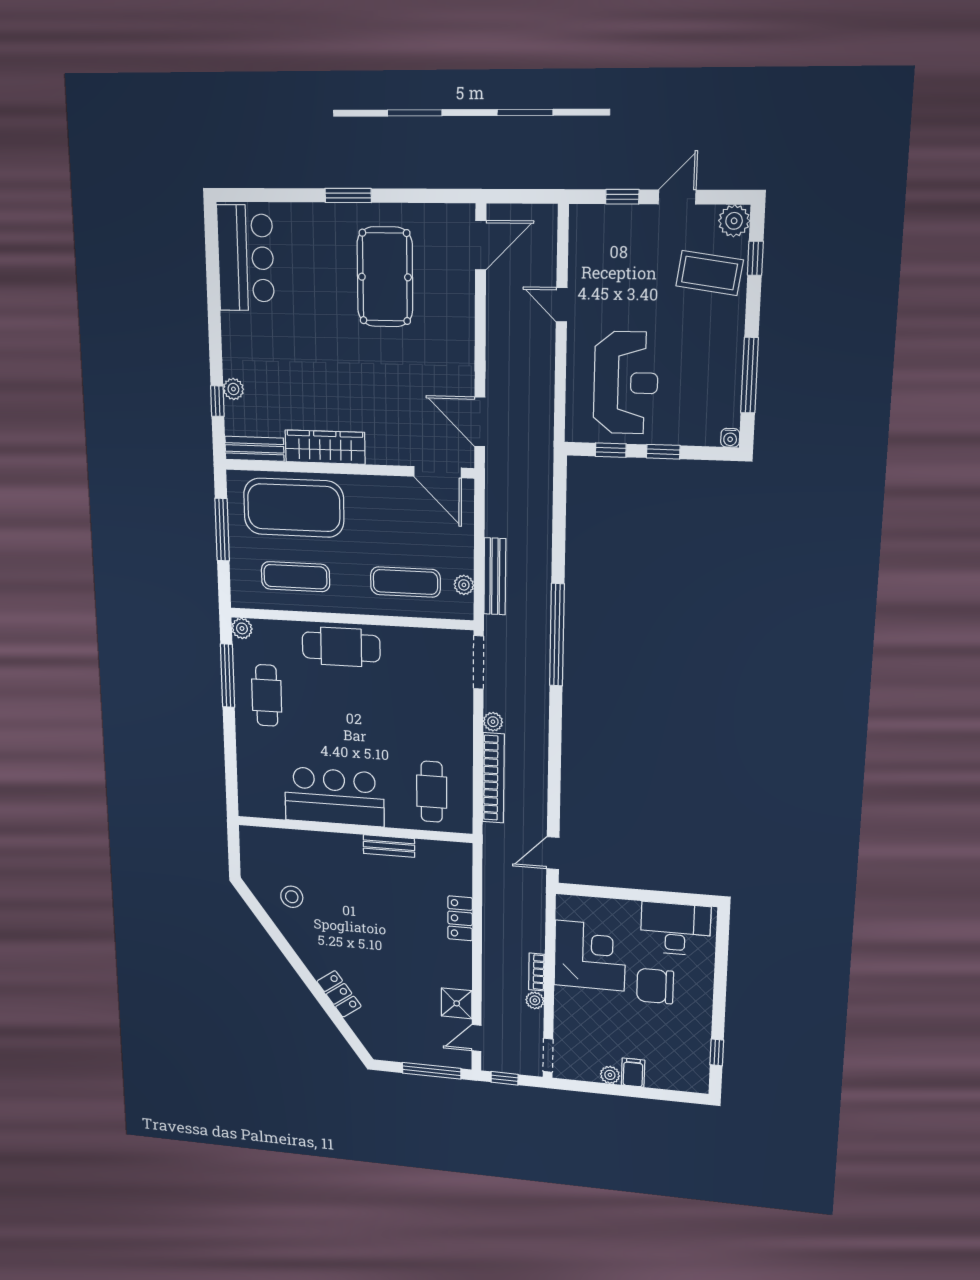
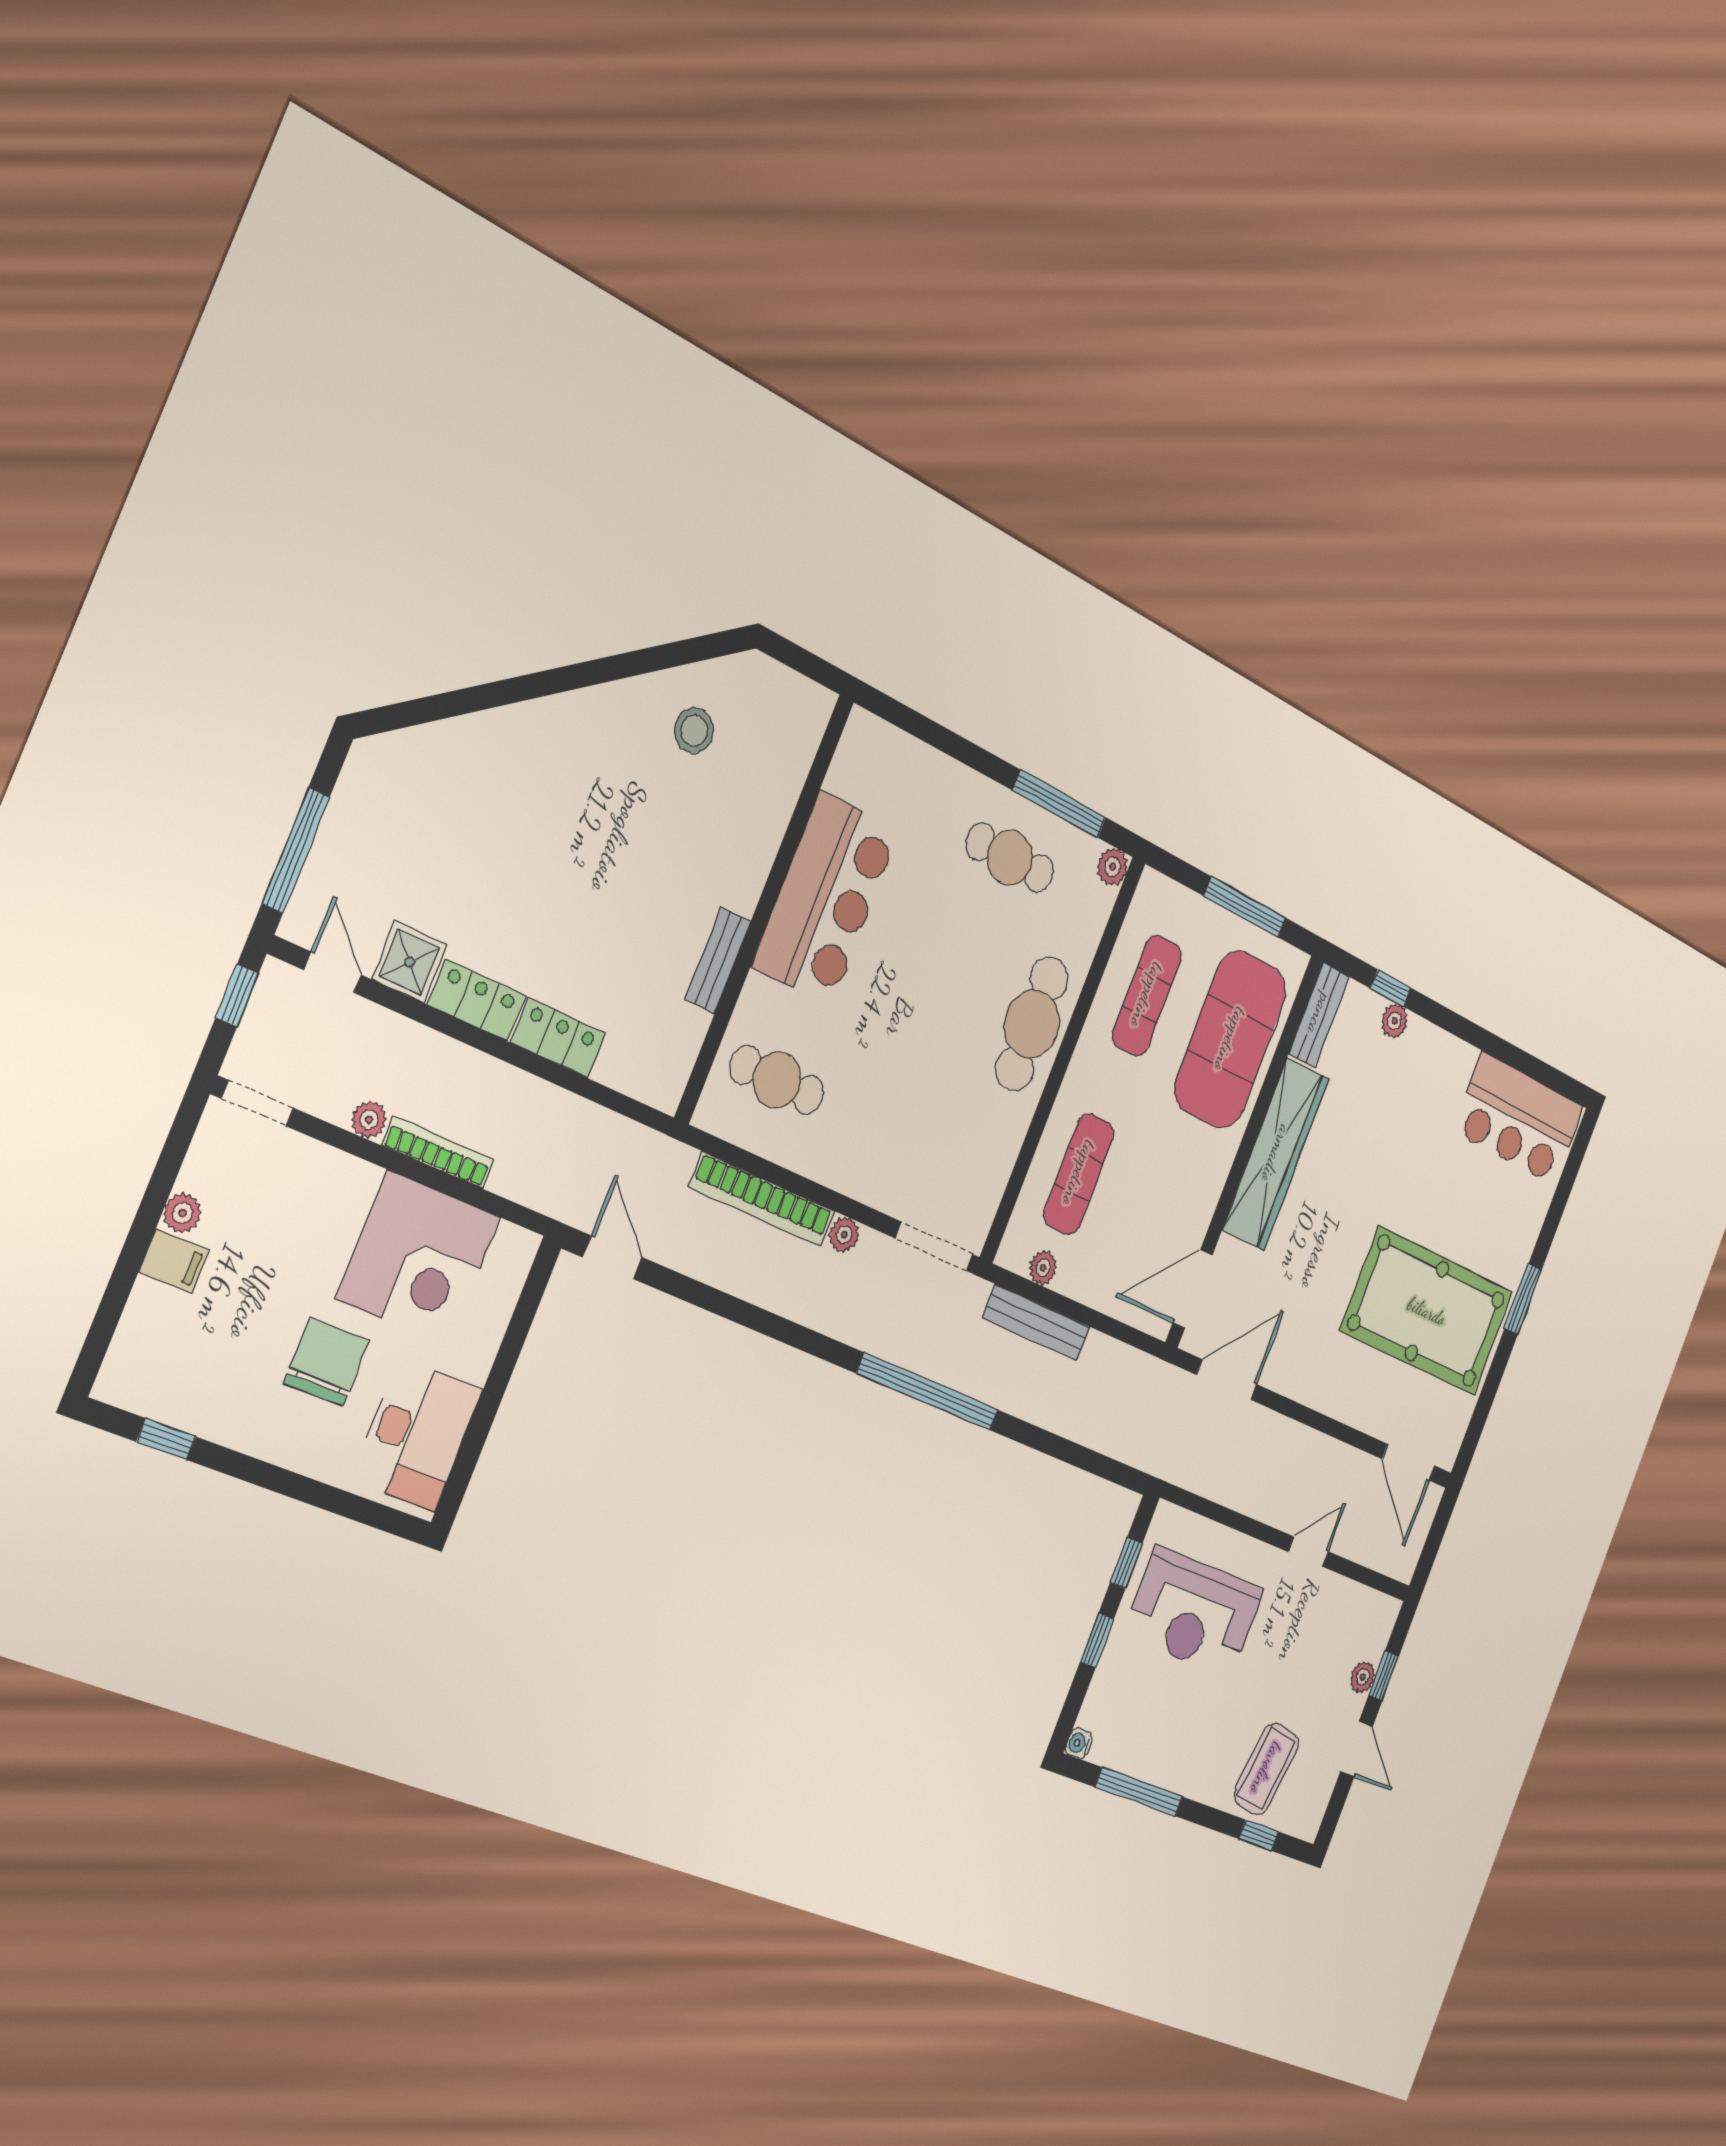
plant: (734, 221) -> (1363, 1677), moved, width x0.73, depth x0.73
pool table: (385, 277) -> (1427, 1311), width x1.36, depth x1.32
wardrobe: (325, 447) -> (1276, 1154), width x1.40, depth x1.17
bookcase: (537, 972) -> (438, 1153), width x1.56
locker: (339, 994) -> (476, 1000), moved, turned -144

